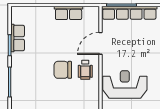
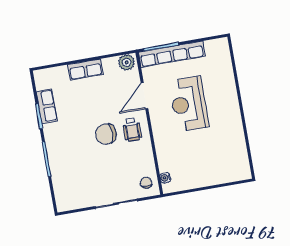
row of seats: (69, 13) -> (85, 70), moved
plant: (90, 13) -> (127, 62), added
reception desk: (125, 84) -> (189, 104), moved, turned -90

